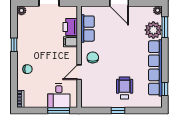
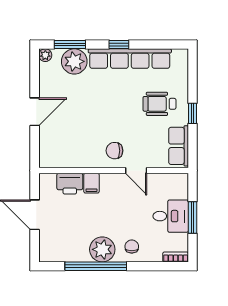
plant: (21, 11) -> (102, 249), moved, width x1.88, depth x1.88
row of seats: (87, 29) -> (179, 146), moved, turned -90
window: (14, 45) -> (96, 266), width x3.17
window: (165, 89) -> (119, 45), moved
desk: (59, 96) -> (171, 216), moved
window: (59, 110) -> (192, 218), moved

